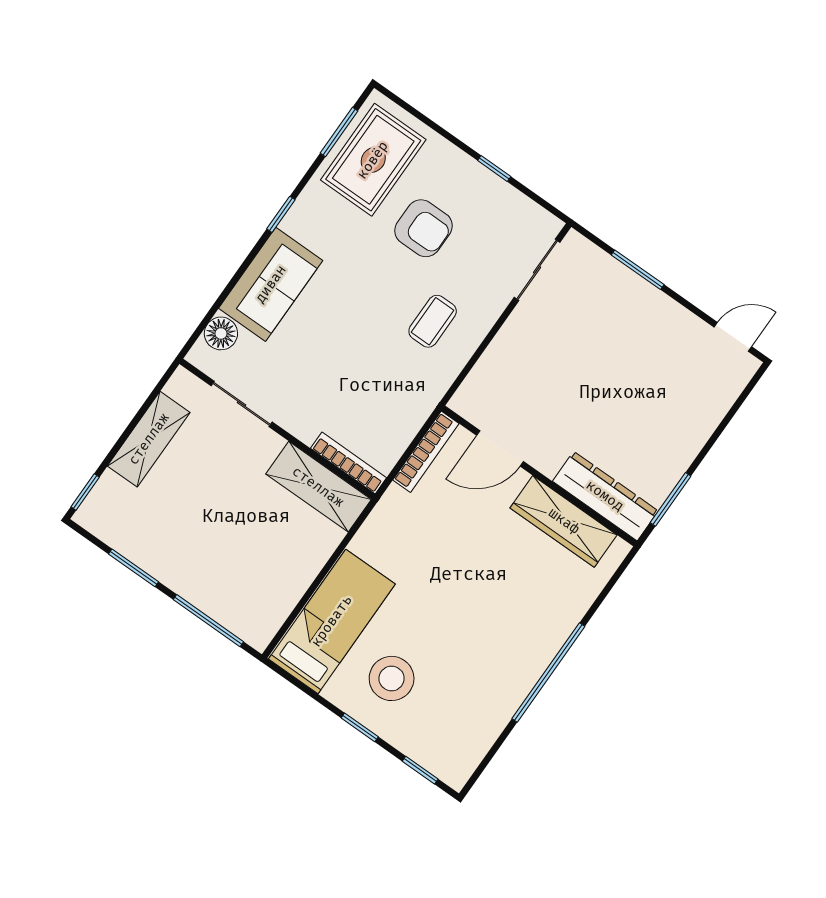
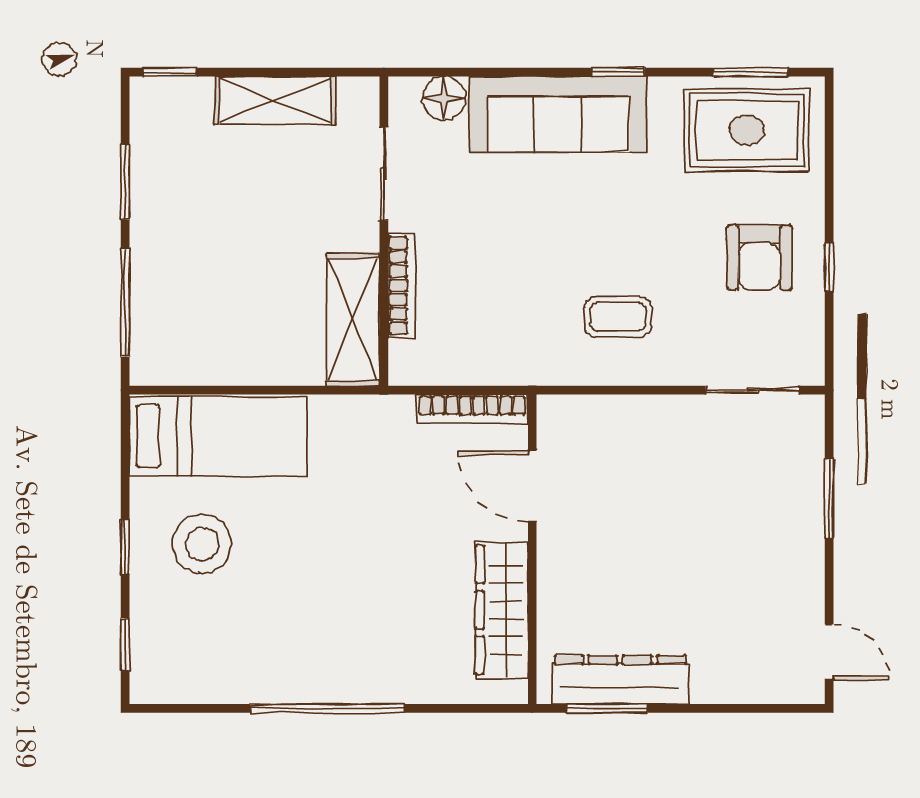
armchair: (423, 228) -> (759, 257), moved
sofa: (271, 284) -> (558, 114), width x1.36
bookcase: (349, 463) -> (401, 286), moved
dresser: (605, 496) -> (620, 680), moved, turned -90

